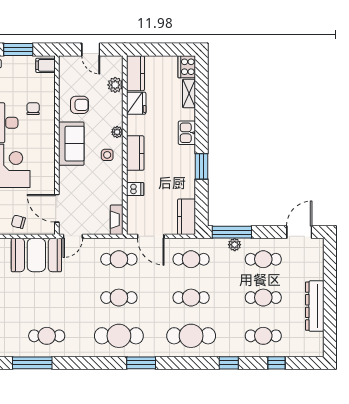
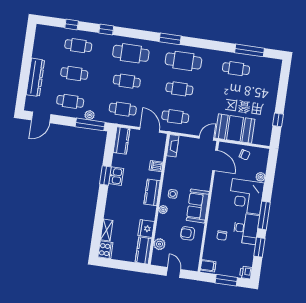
kitchen sink: (187, 133) -> (116, 176), moved
dresser: (315, 306) -> (35, 77), moved

